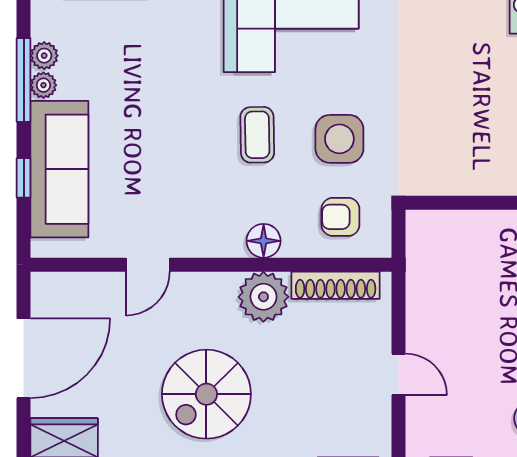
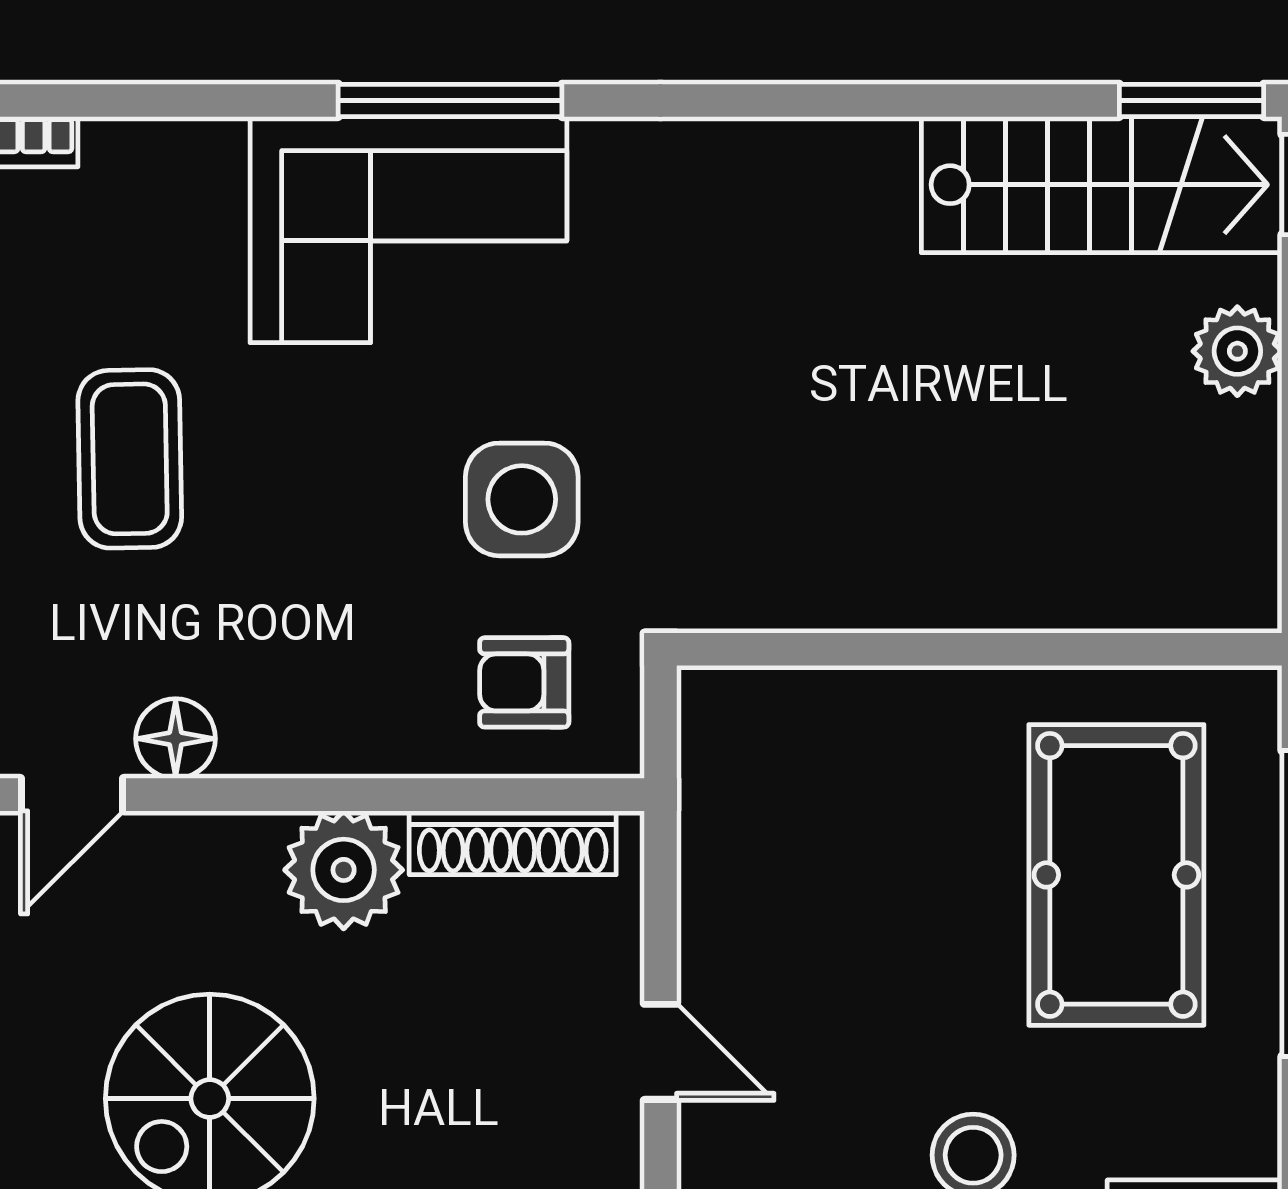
coffee table: (257, 135) -> (130, 459), moved, width x1.36, depth x1.30
floor lamp: (264, 241) -> (176, 739), moved

